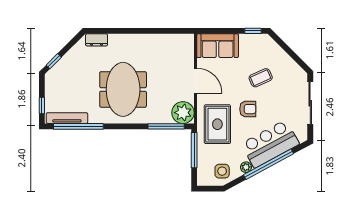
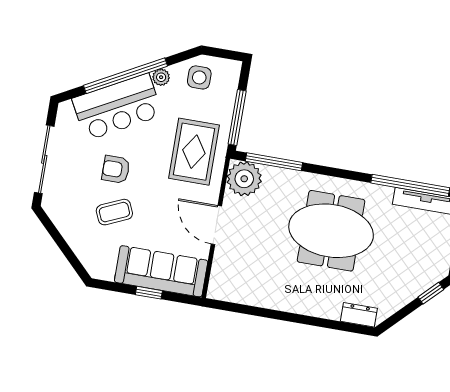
window: (253, 31) -> (149, 293), moved
sofa: (218, 46) -> (161, 271), width x1.36
meeting table: (123, 89) -> (331, 231), turned 90
armchair: (248, 109) -> (116, 169), moved

